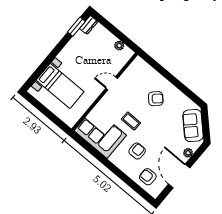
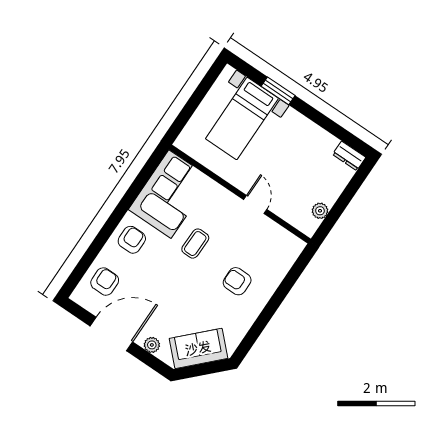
window: (76, 27) -> (278, 91), moved
armchair: (156, 99) -> (237, 281), turned 133
armchair: (137, 151) -> (132, 240), moved, turned -90

